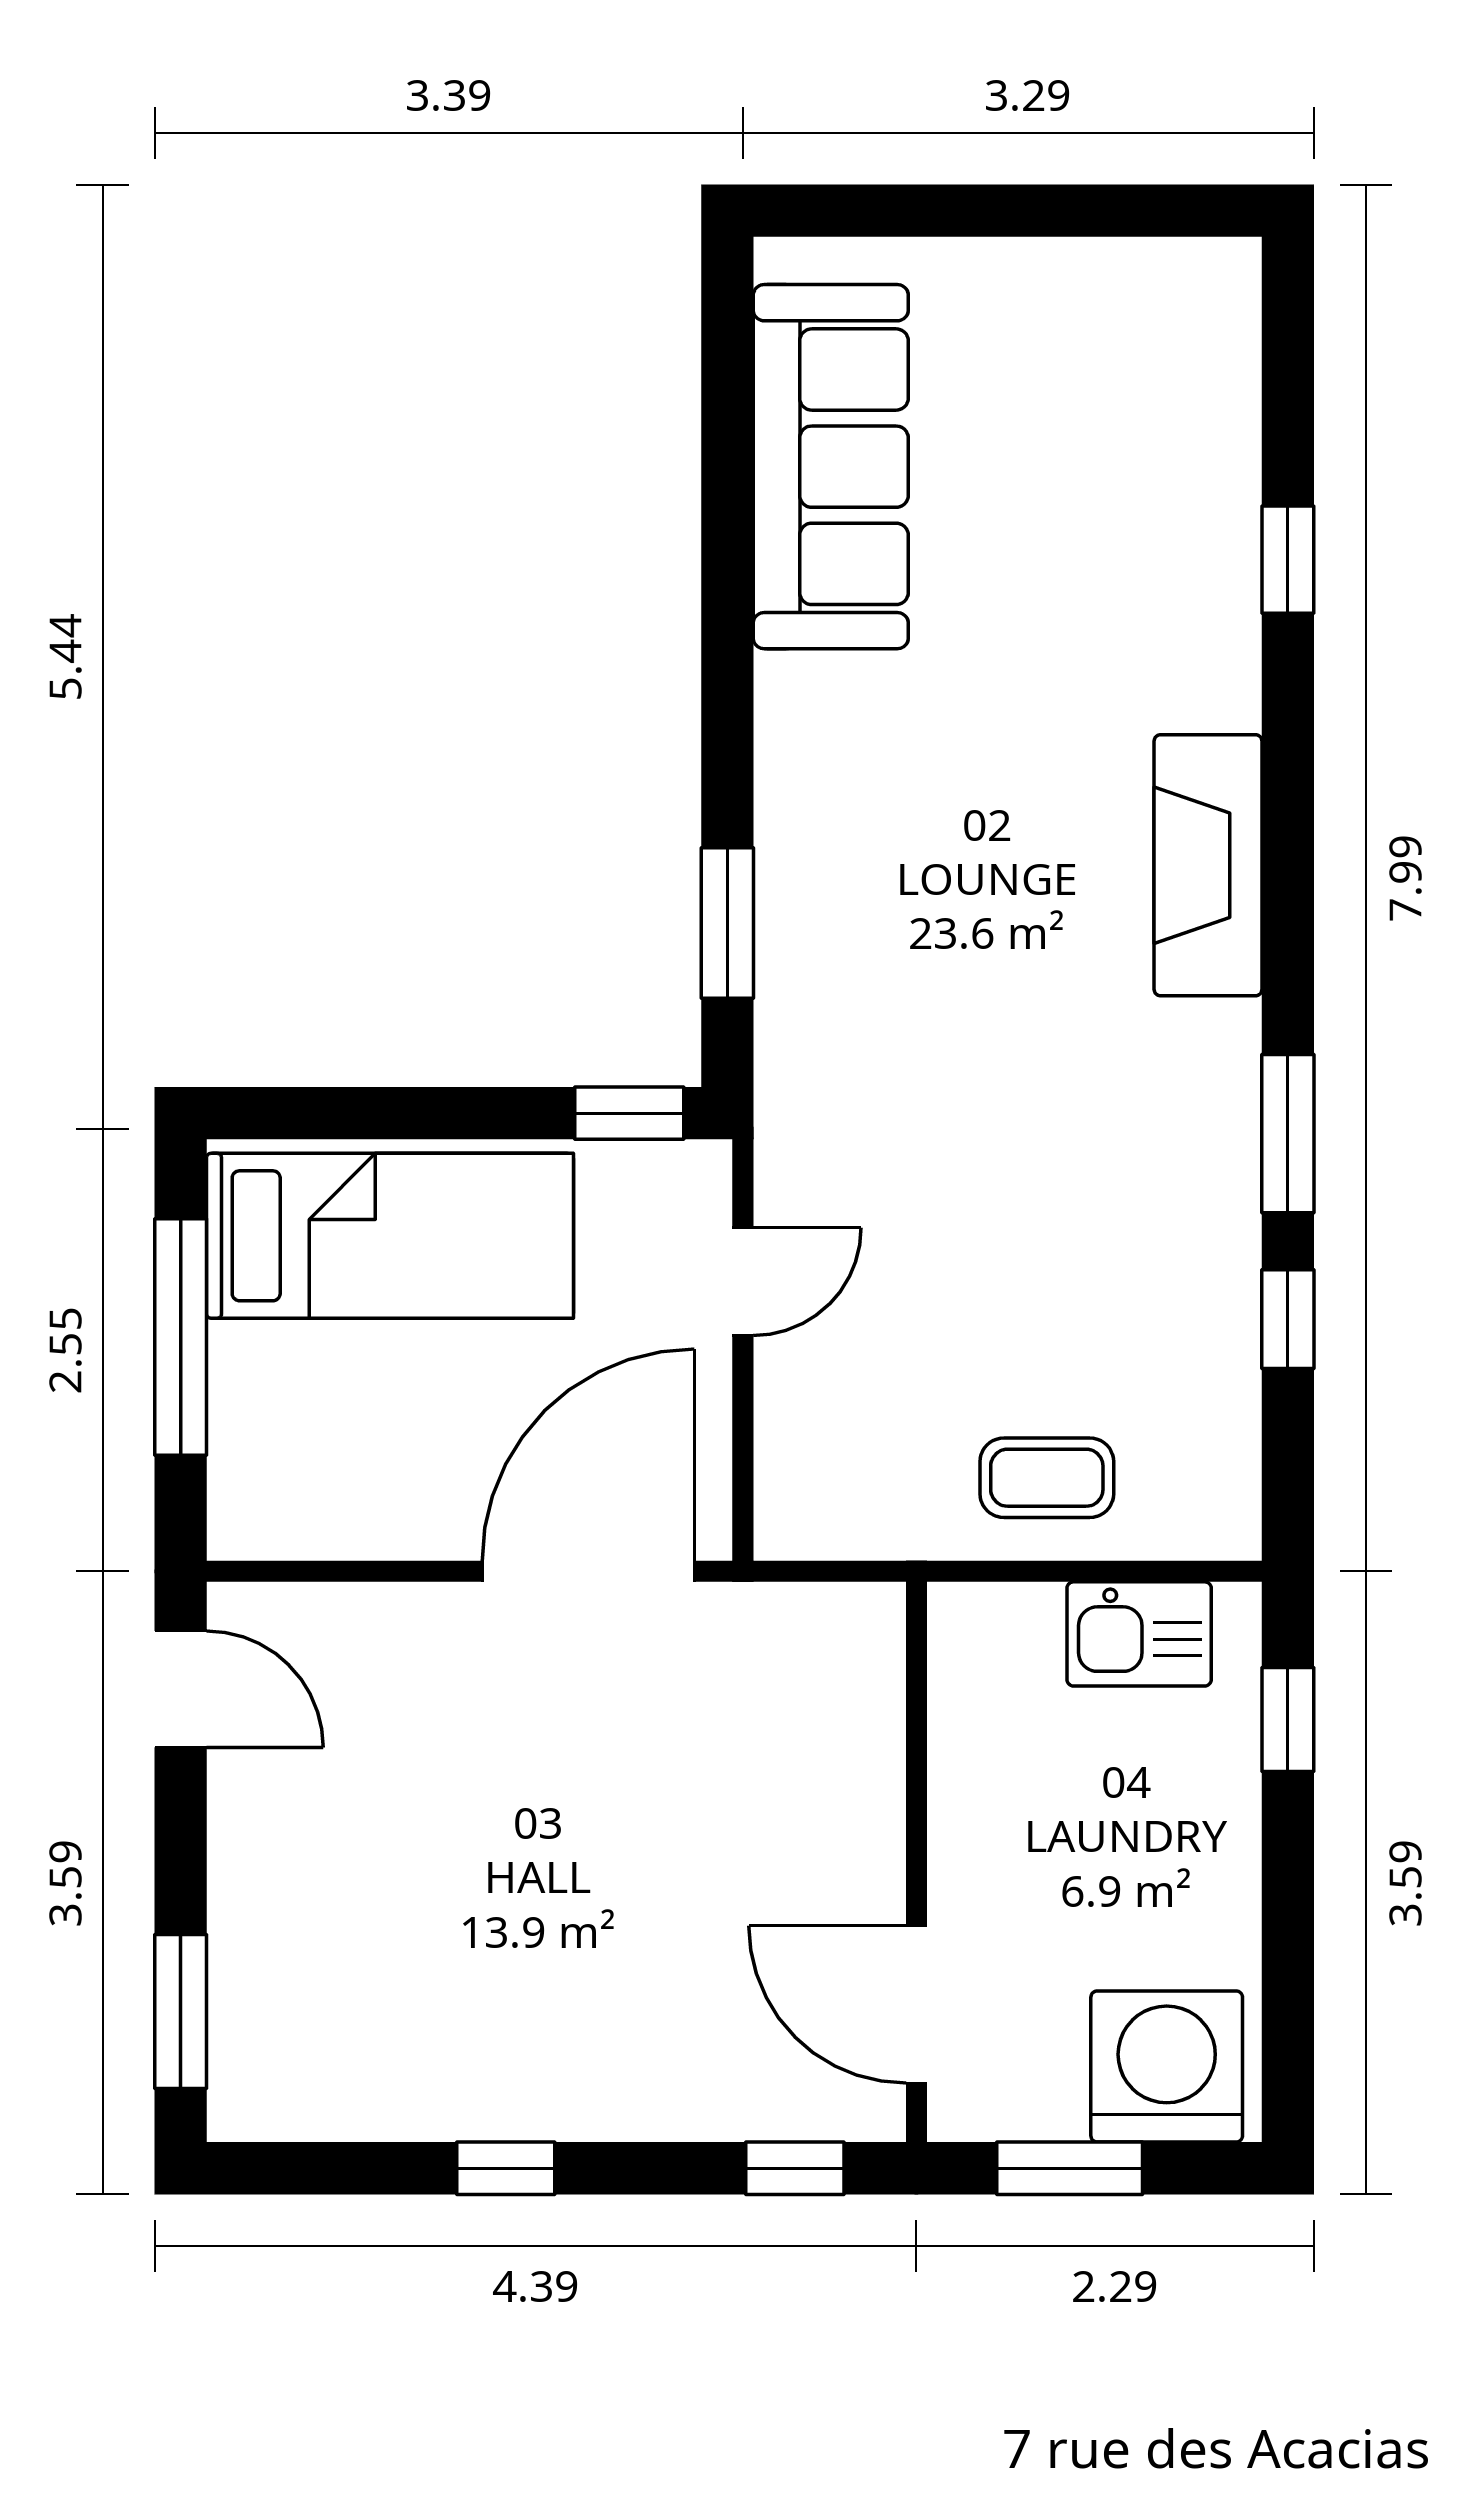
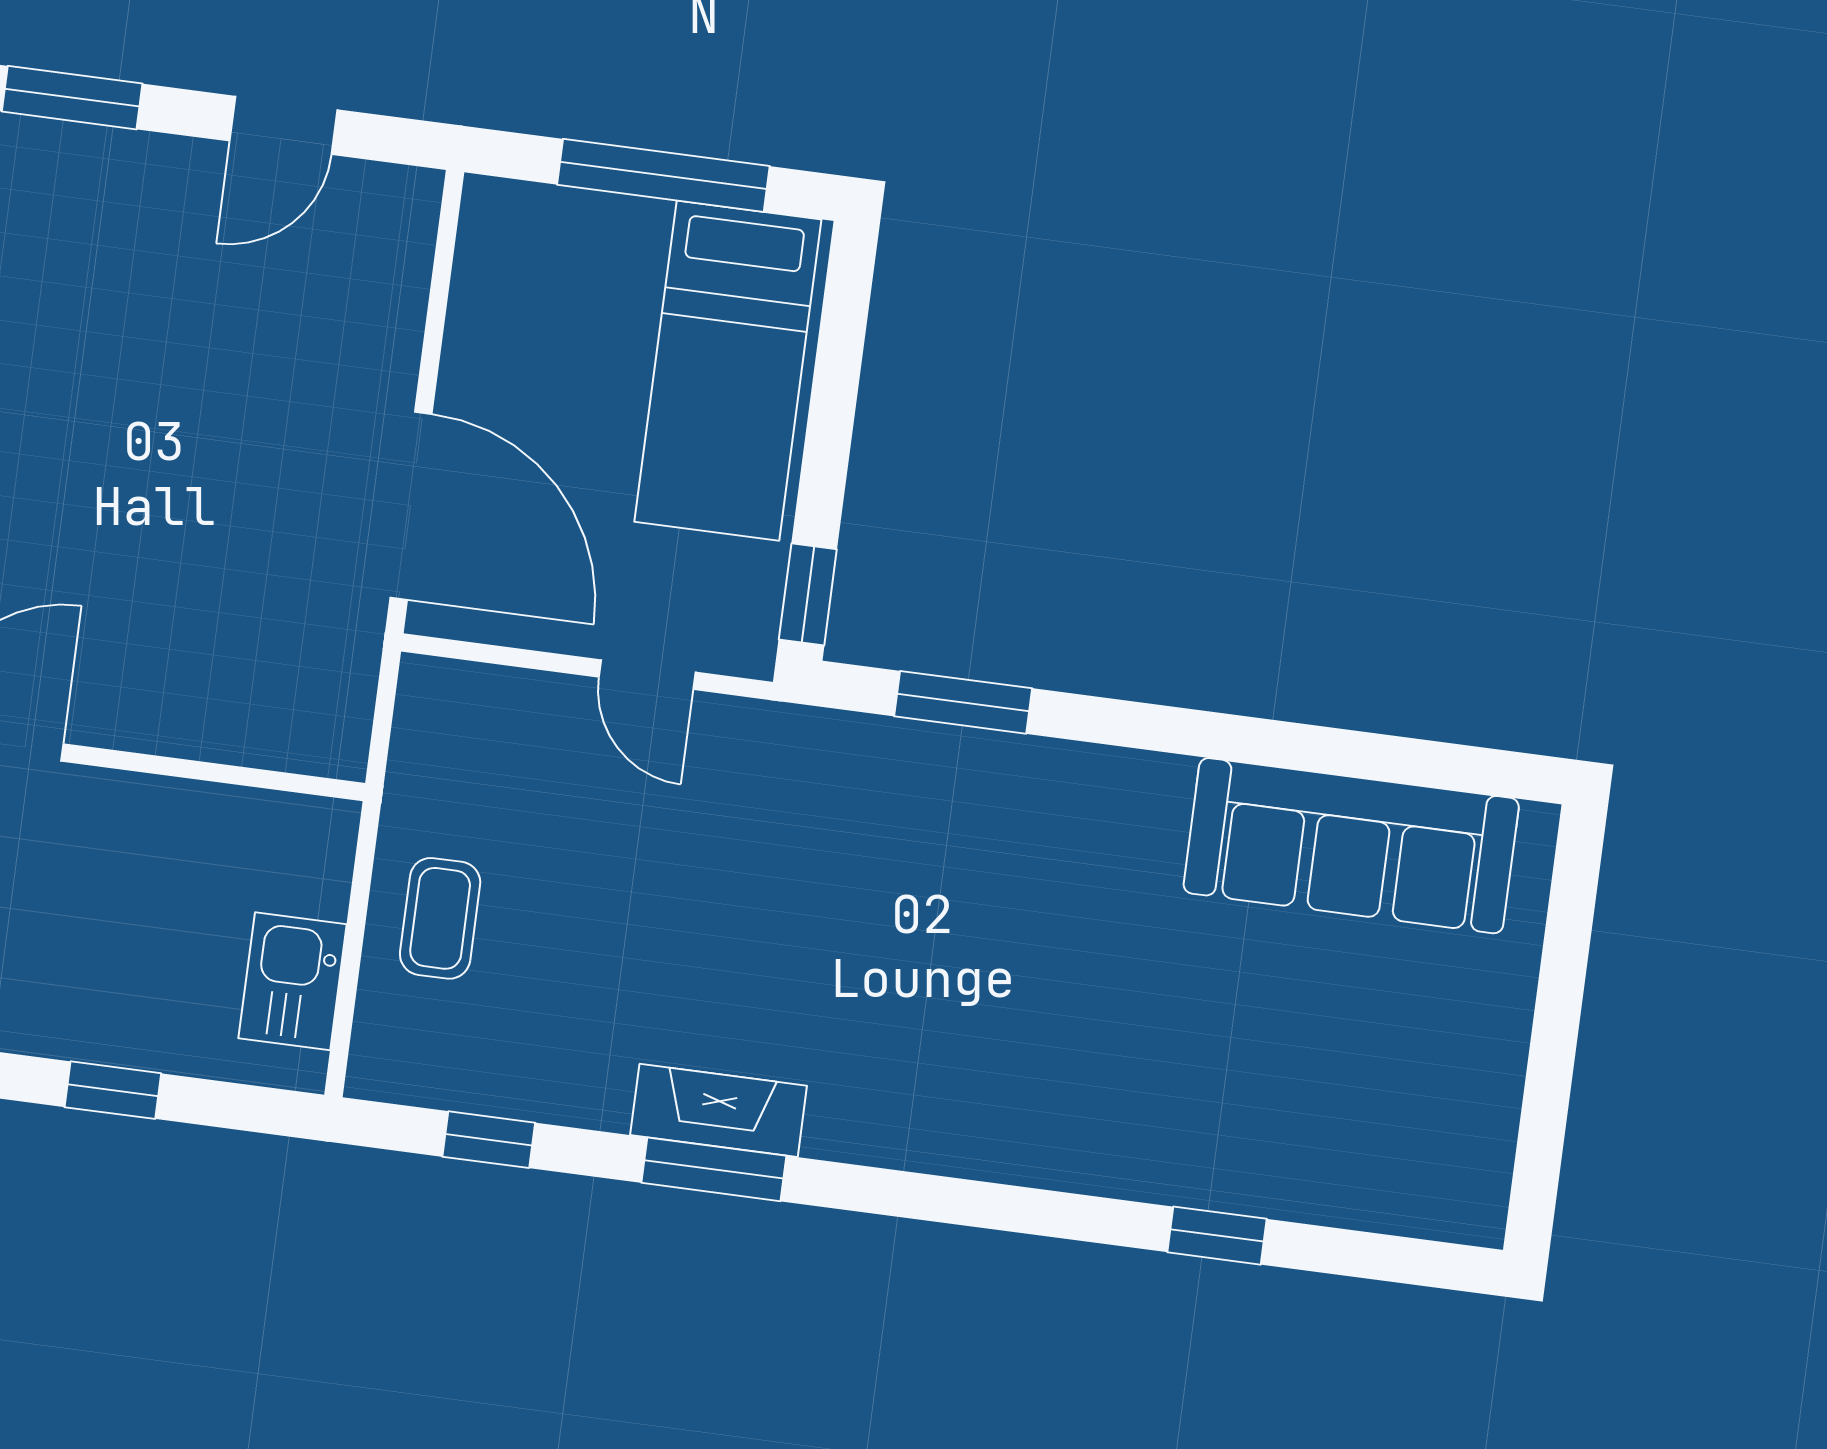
fireplace: (1208, 865) -> (719, 1110), moved, width x0.73, depth x0.76
window: (1288, 1319) -> (489, 1140), moved
door: (181, 1689) -> (283, 125), moved
window: (1288, 1719) -> (113, 1090), moved

